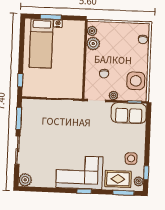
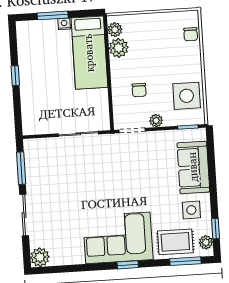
bed: (41, 43) -> (89, 53), moved
window: (20, 80) -> (15, 76), moved
sofa: (129, 113) -> (193, 167), moved, turned 90

